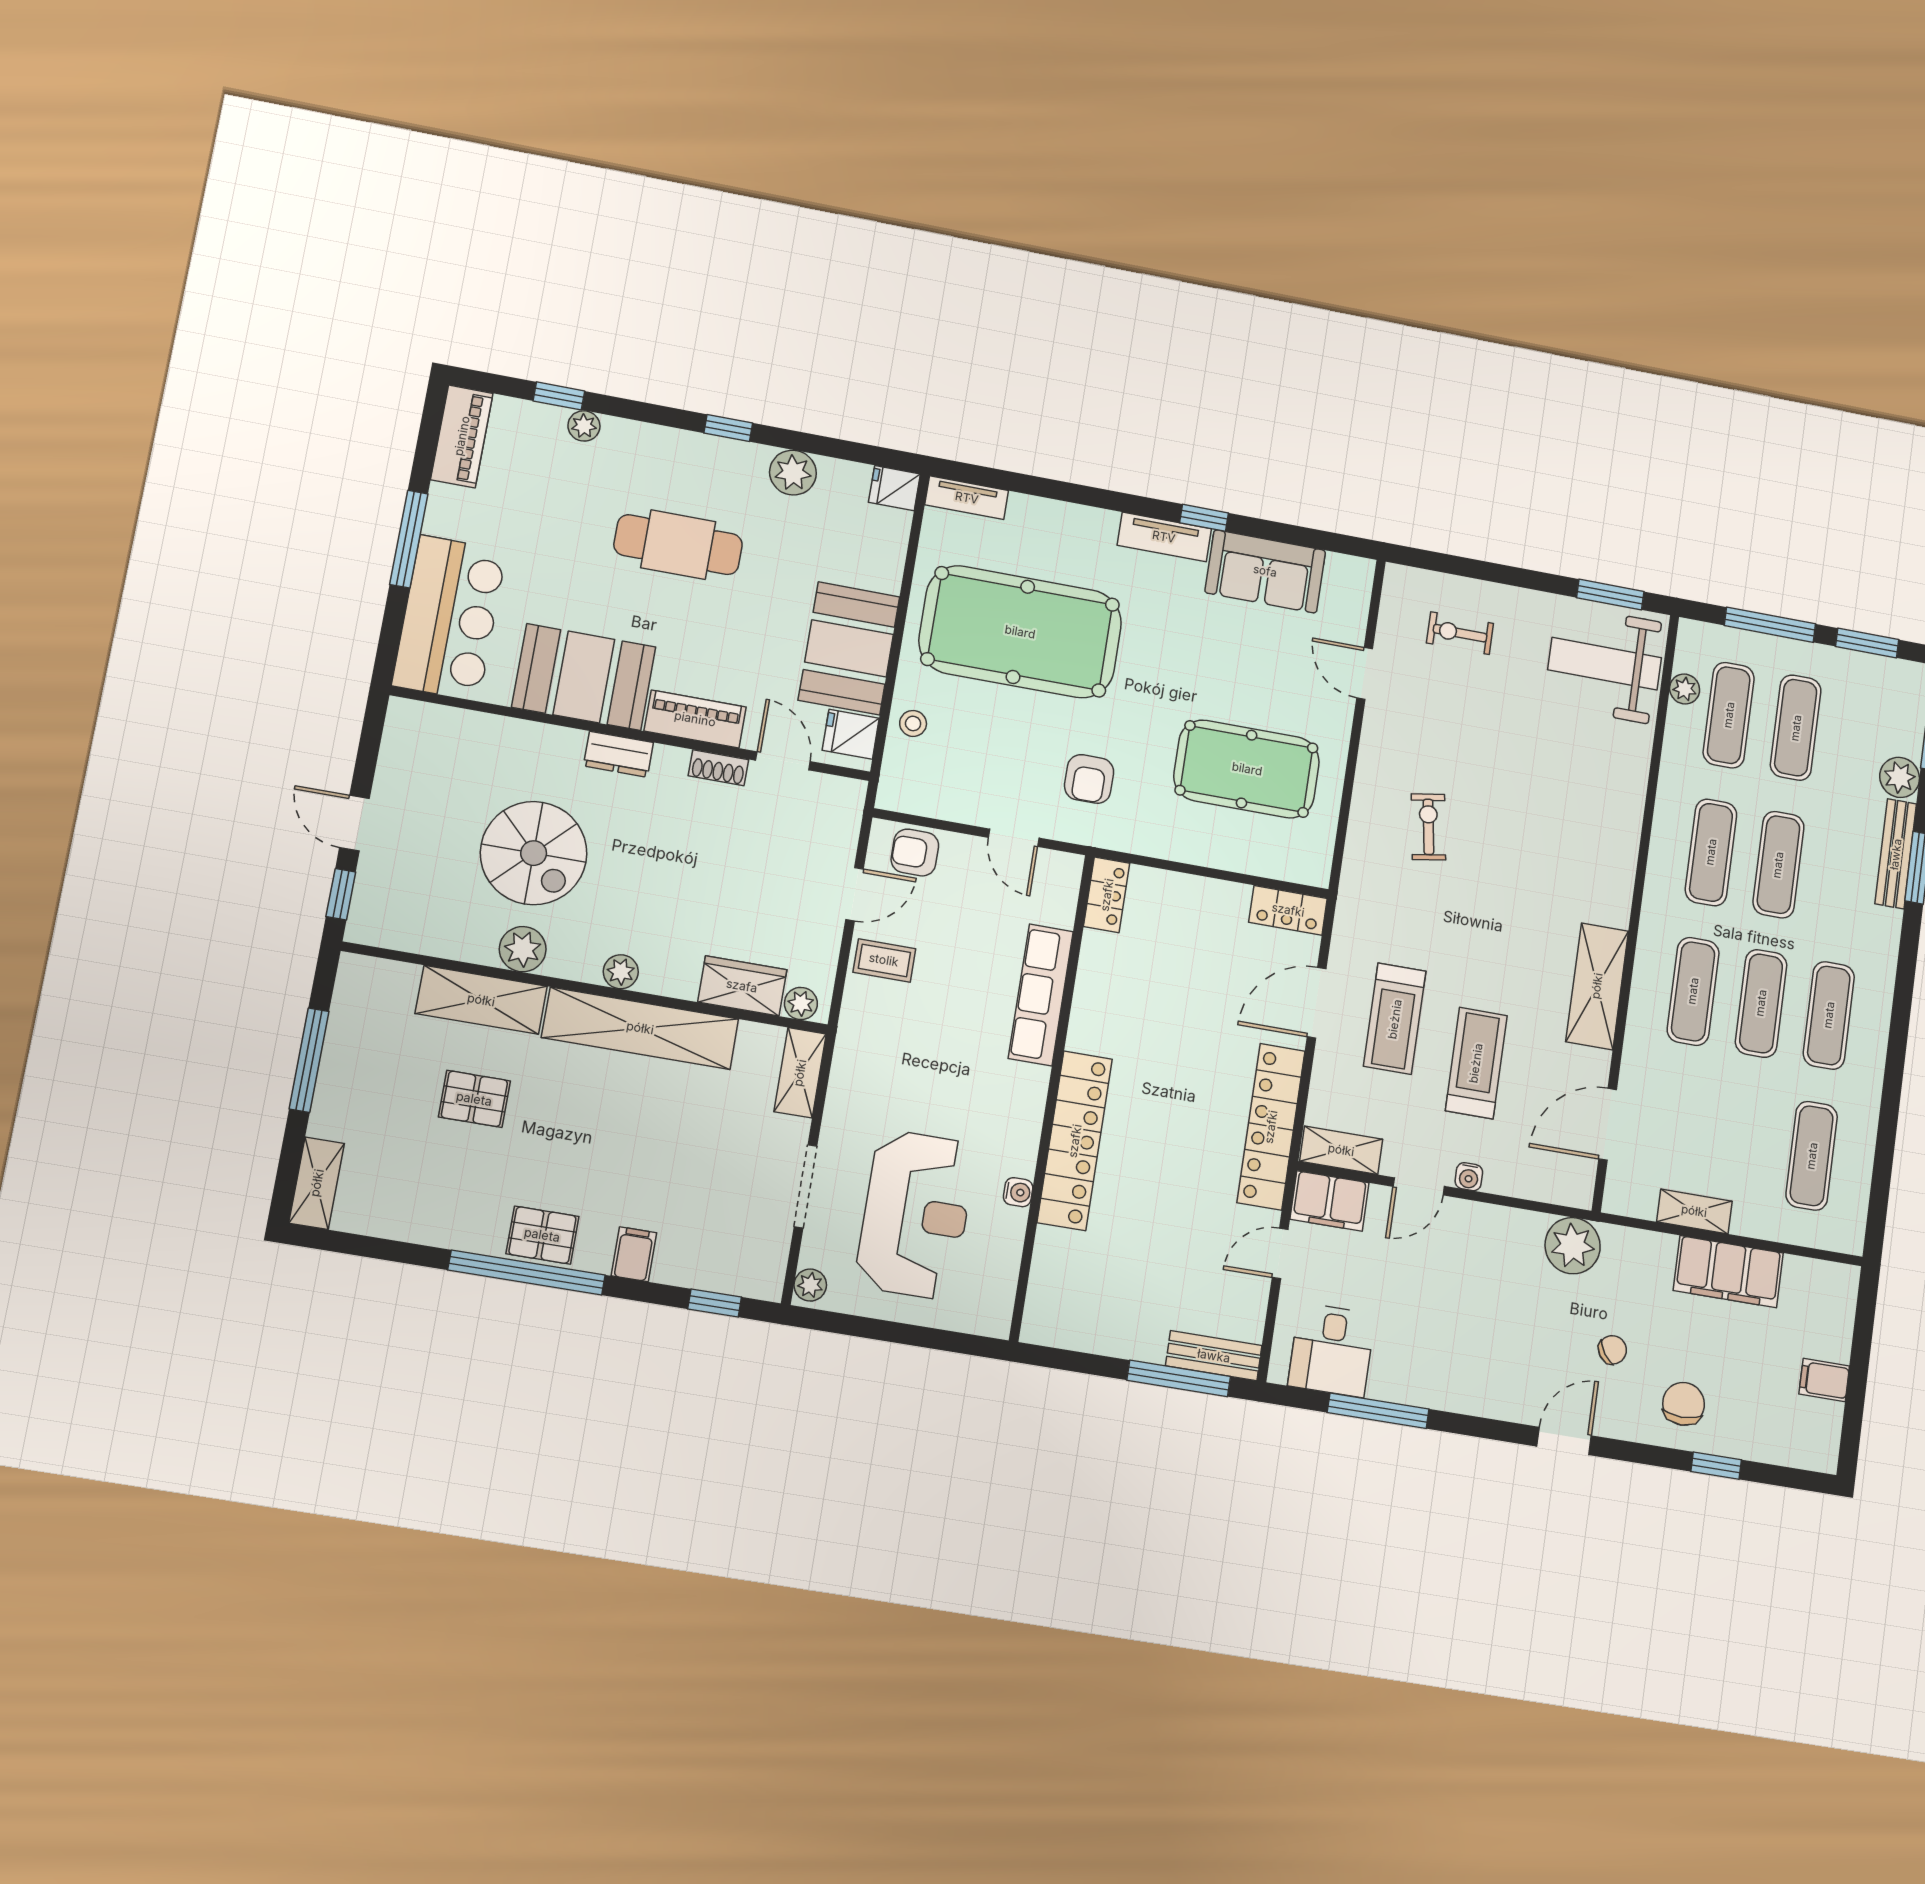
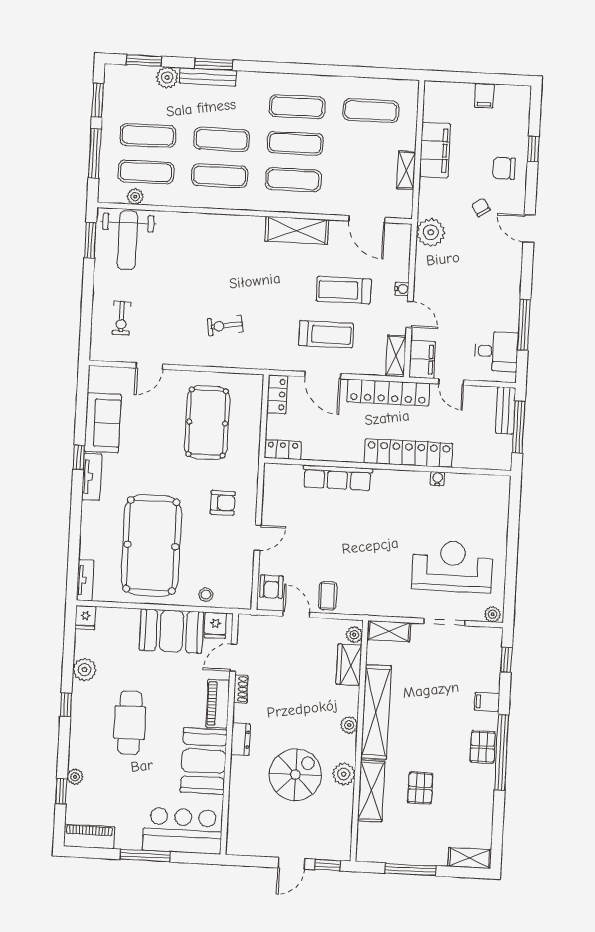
locker: (1107, 895) -> (283, 450), moved
row of seats: (1041, 995) -> (338, 478), moved
wall: (1052, 1096) -> (388, 467), moved
locker: (1075, 1141) -> (409, 453), moved
water cooler: (1018, 1192) -> (437, 479), moved

